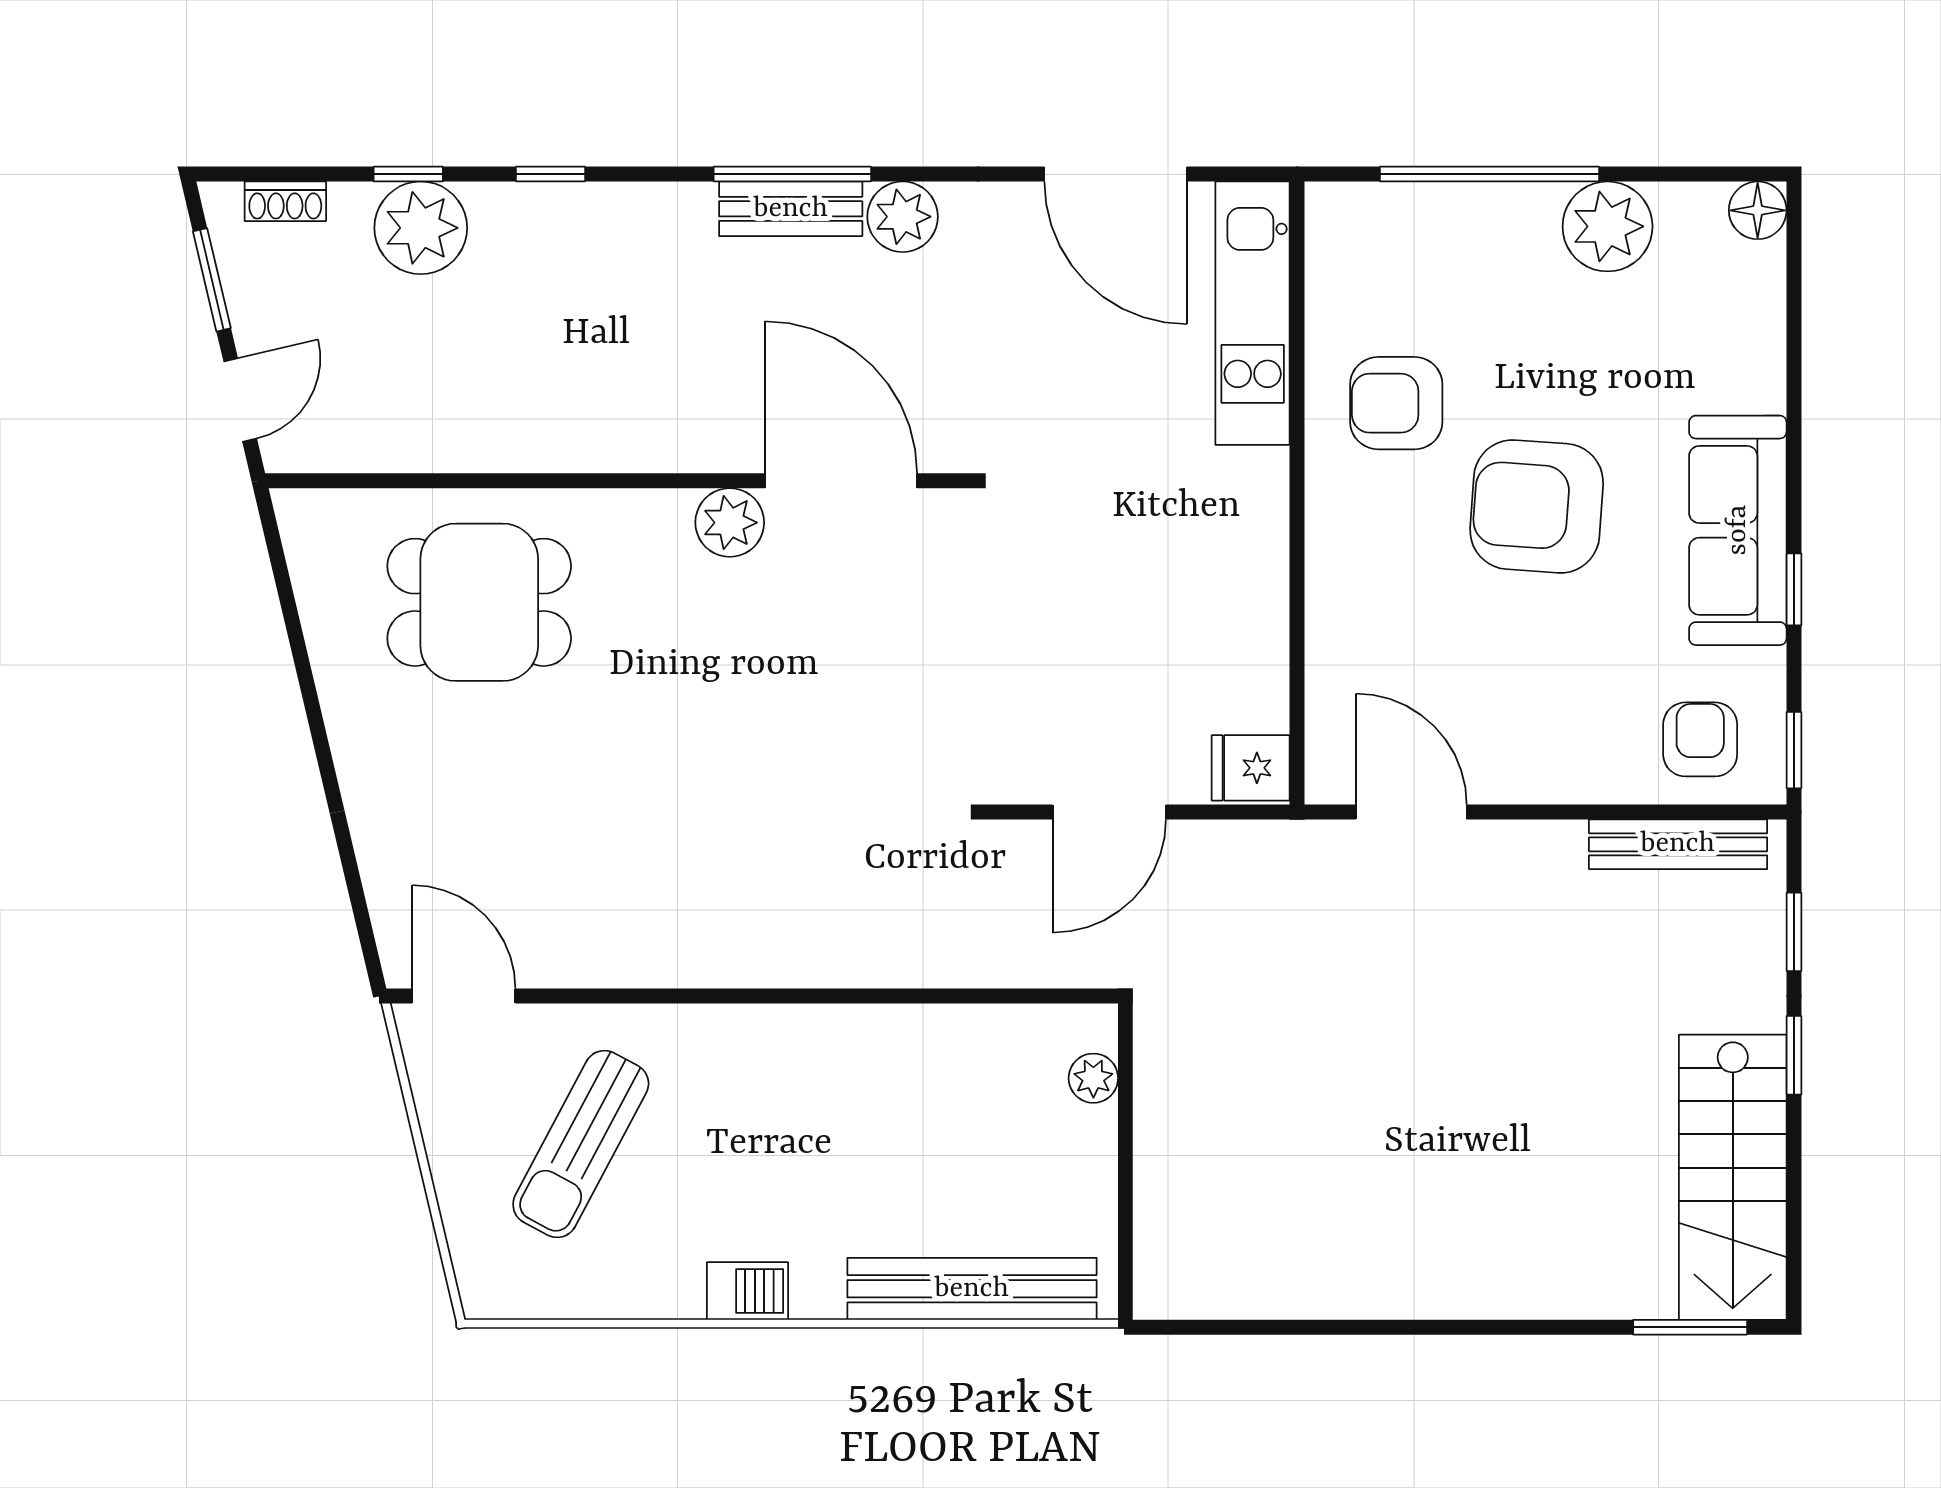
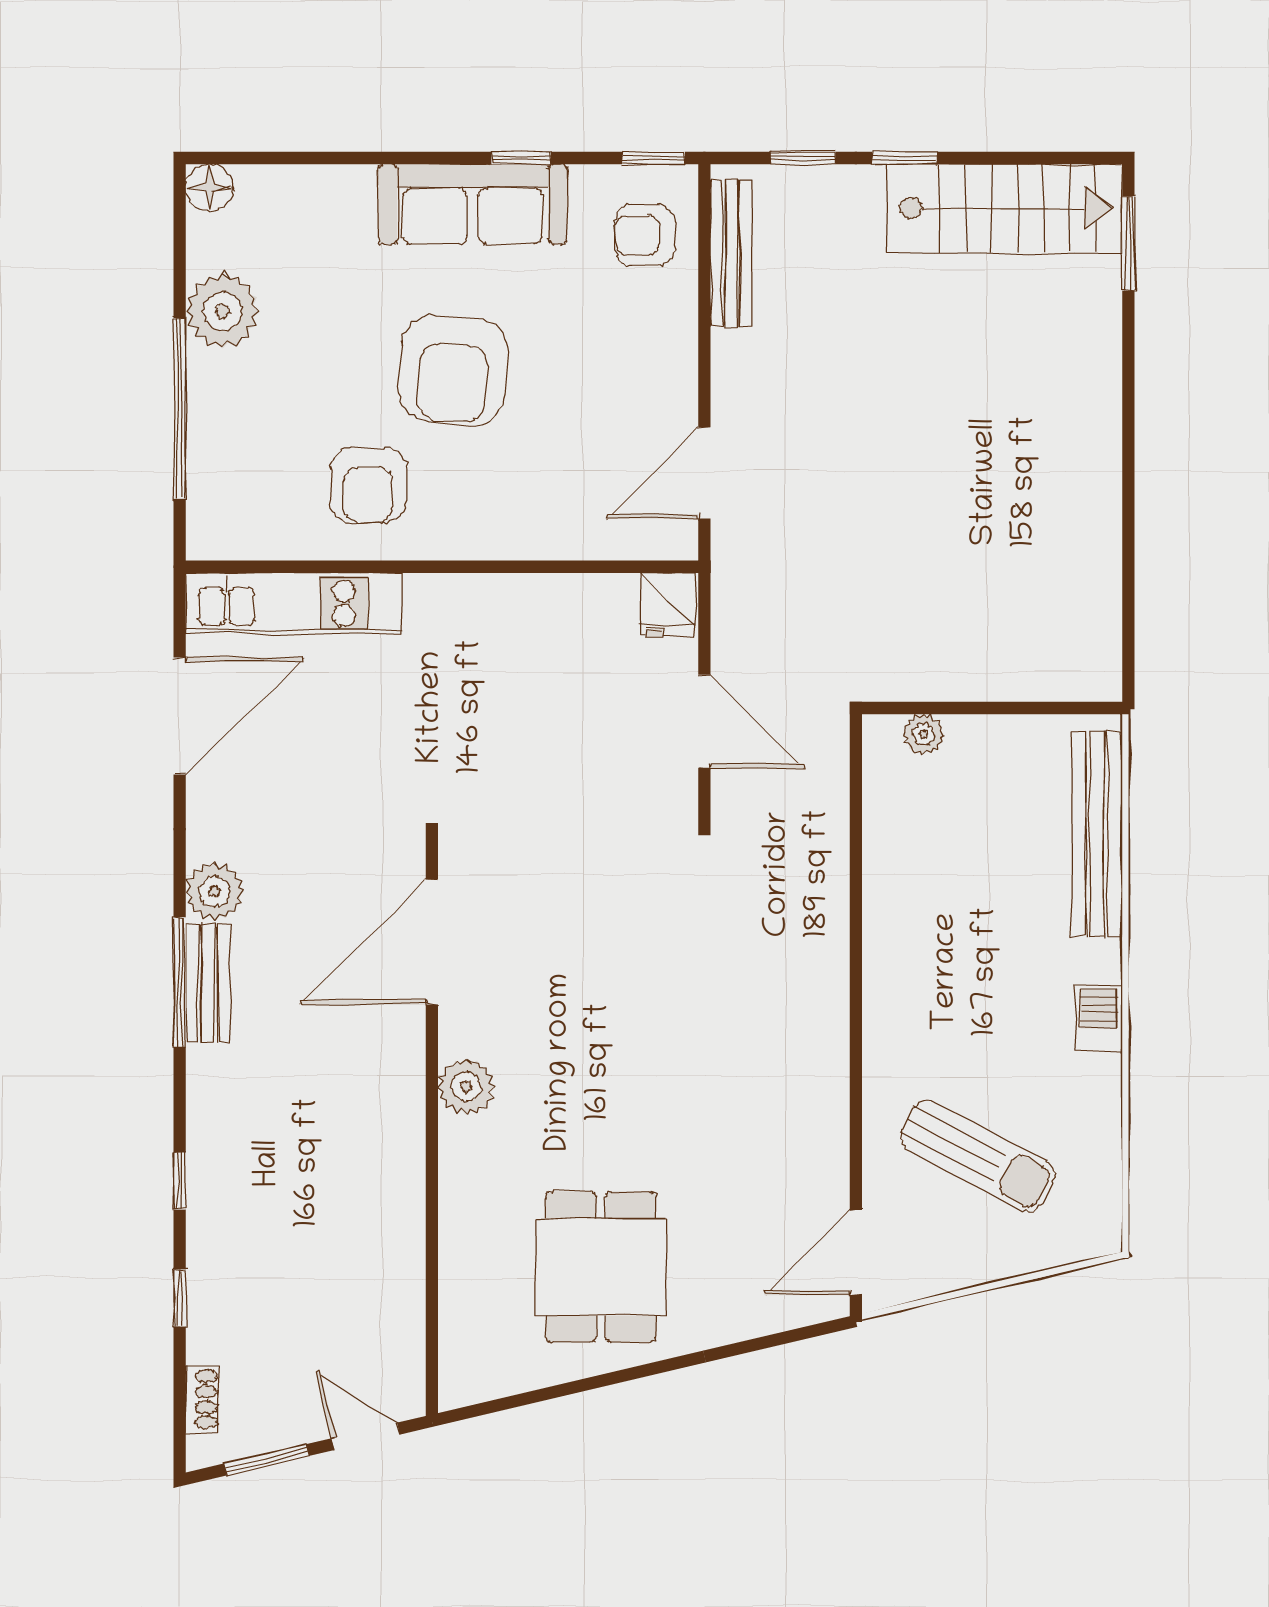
plant: (421, 228) -> (224, 1288), removed
plant: (730, 523) -> (466, 1087), moved
dining table: (479, 602) -> (601, 1267), moved

